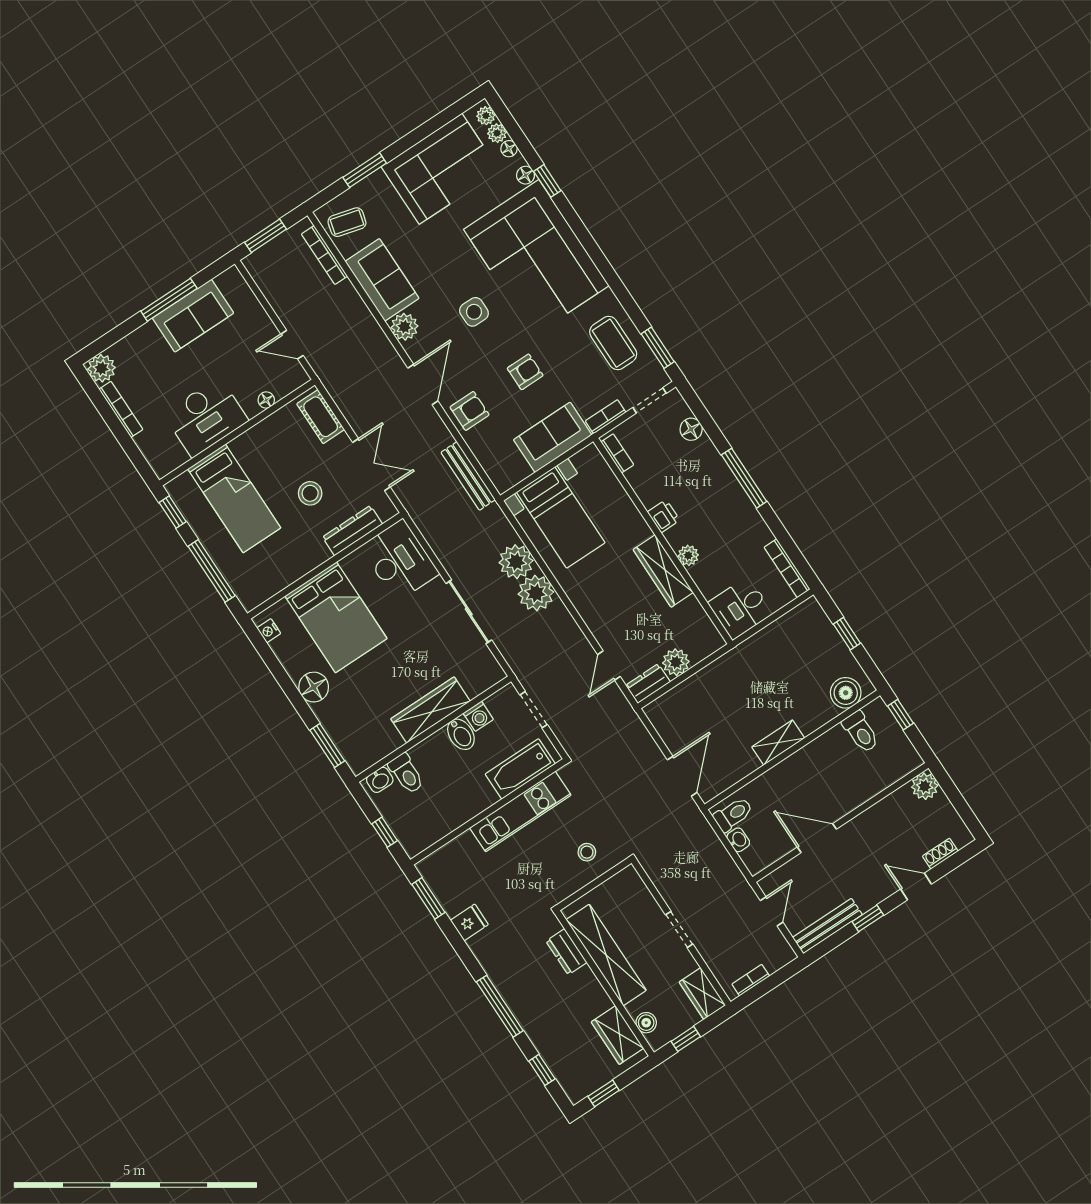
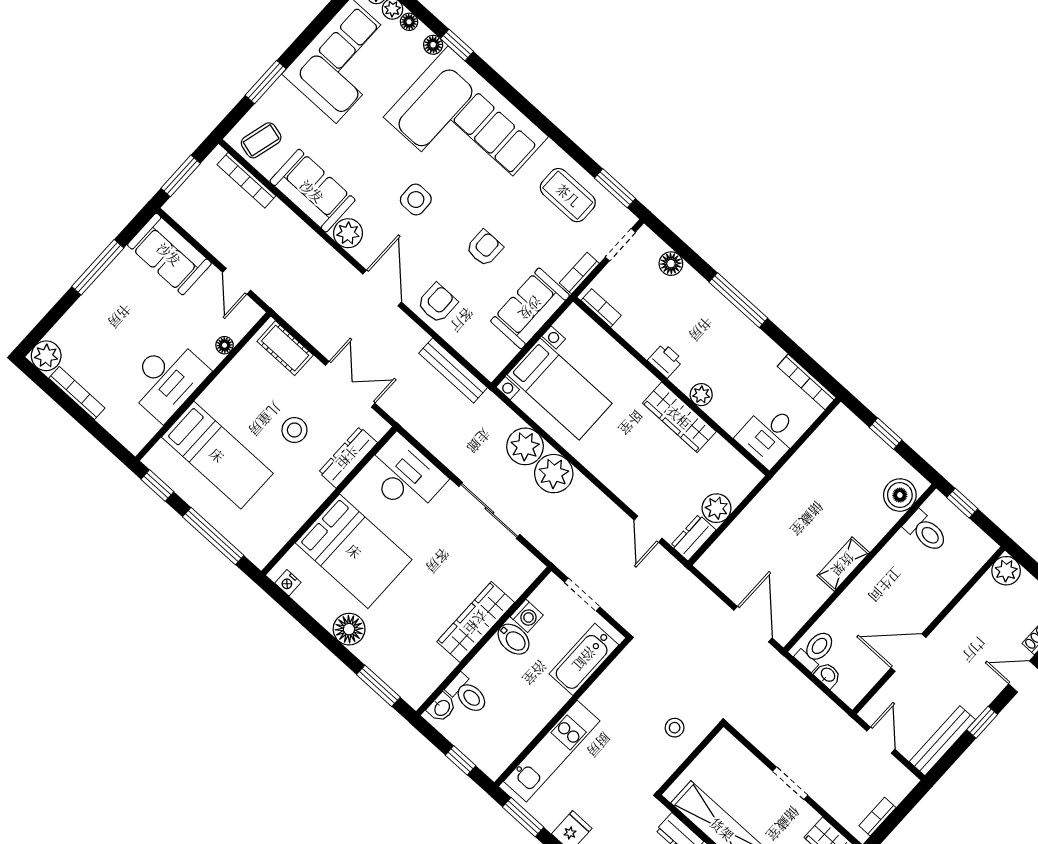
sofa: (193, 316) -> (169, 254), moved, turned 90
door: (292, 345) -> (237, 281), hinge flipped
kitchen unit: (520, 811) -> (552, 751), moved

